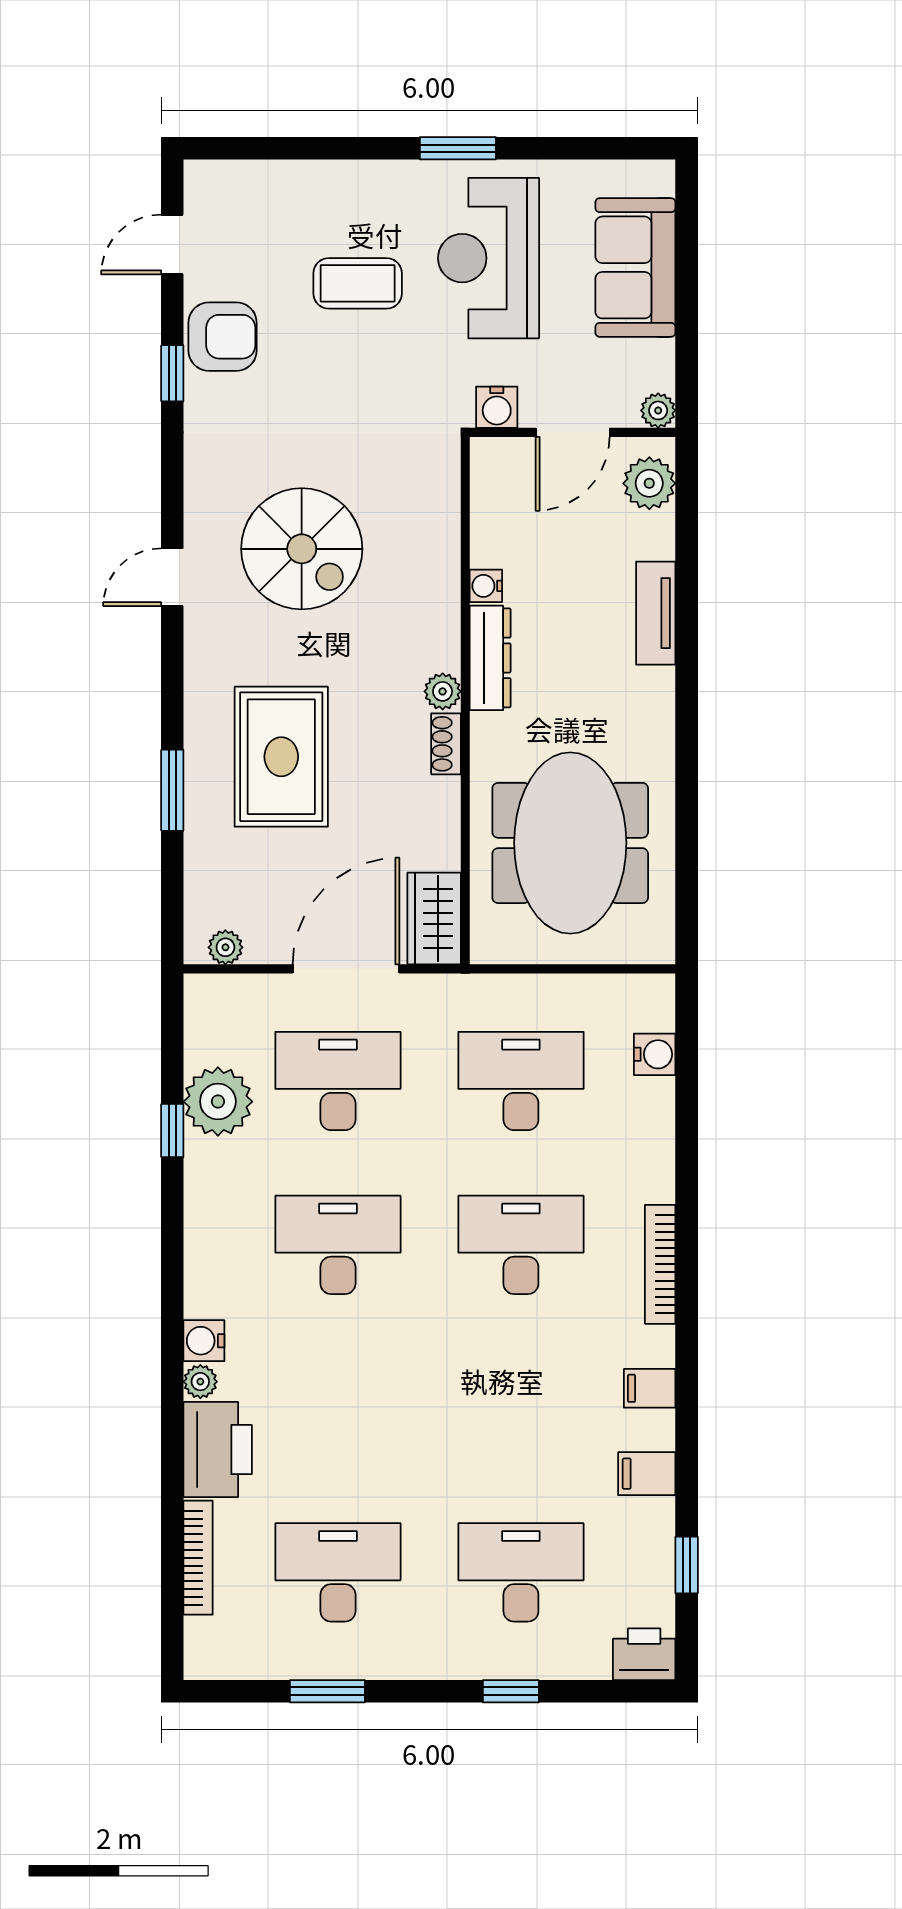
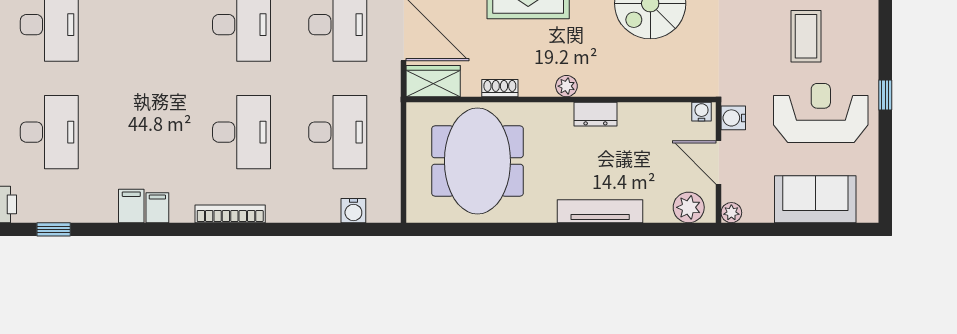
window: (458, 148) -> (885, 95), width x0.67
water cooler: (486, 586) -> (702, 112), moved
tv unit: (656, 613) -> (600, 211), width x1.41
dresser: (490, 658) -> (595, 114), width x0.70
shoe rack: (446, 744) -> (500, 88), moved
meeting table: (570, 843) -> (477, 161), turned 90
filing cabinet: (647, 1474) -> (131, 206), moved

